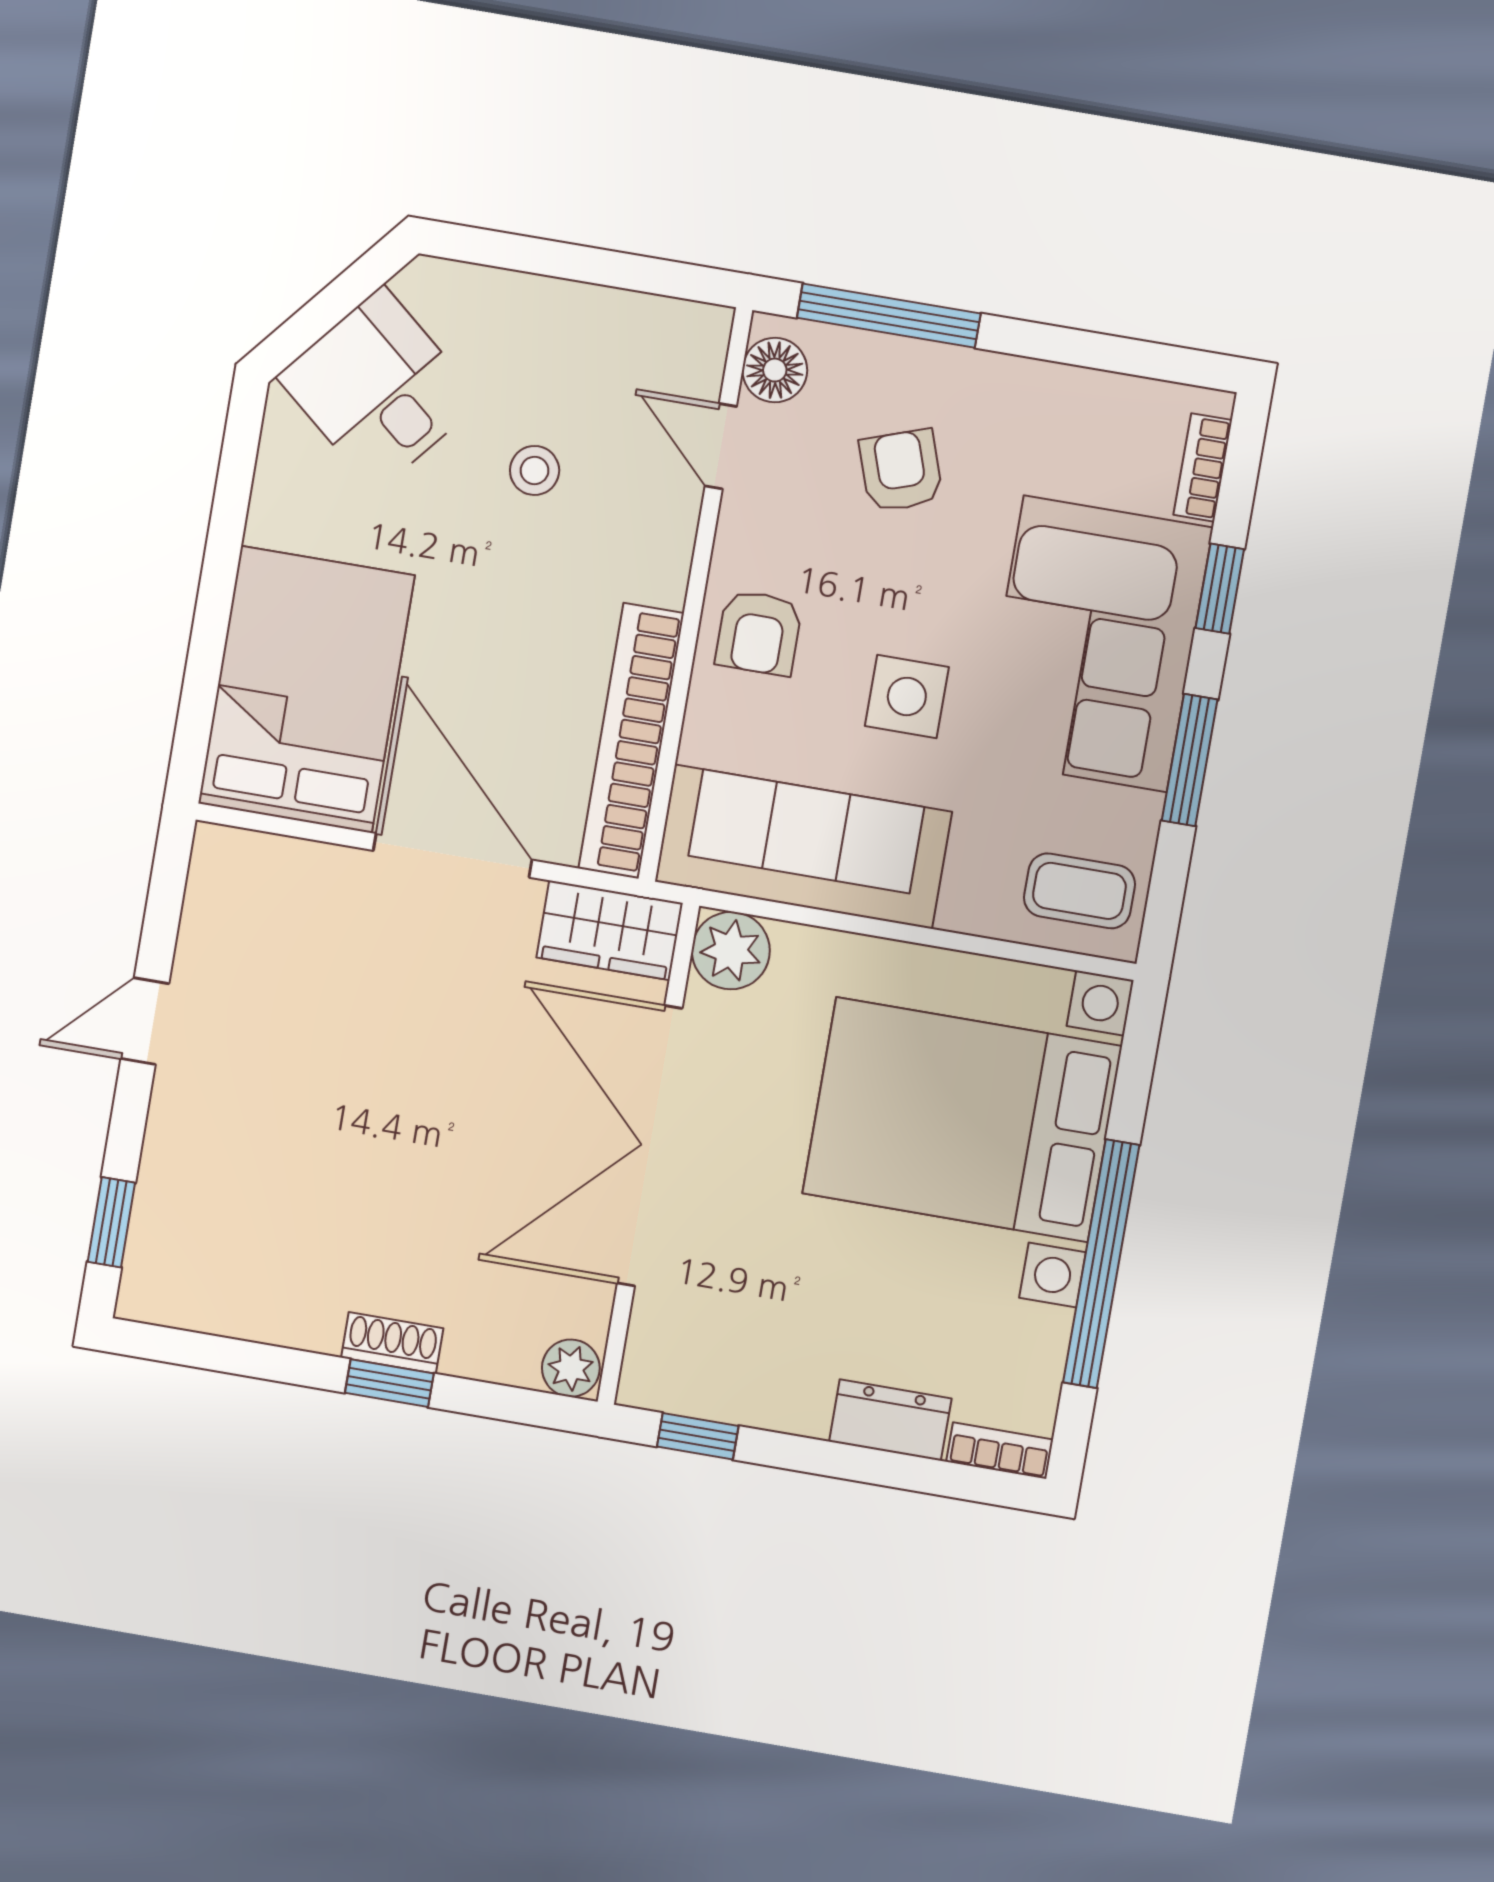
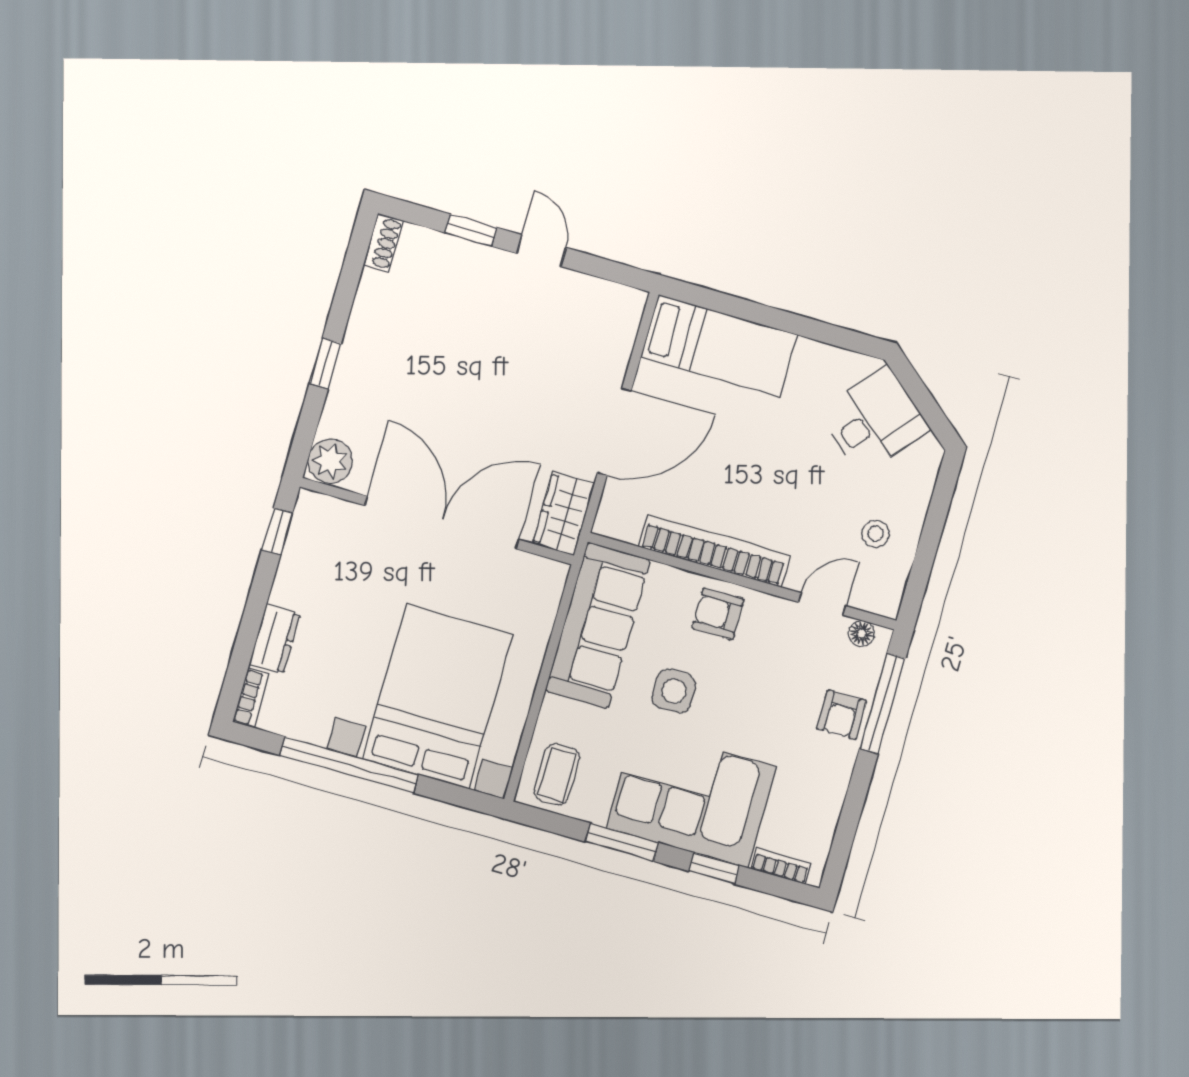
floor lamp: (775, 370) -> (861, 633), width x0.73, depth x0.73
stool: (535, 470) -> (876, 534), moved
armchair: (901, 471) -> (841, 715), moved, turned 109
bed: (306, 690) -> (719, 346), width x0.67
bookcase: (631, 741) -> (714, 551), moved
plant: (731, 951) -> (545, 579), removed
window: (111, 1222) -> (471, 230), moved
shoe rack: (392, 1343) -> (383, 243), moved
plant: (571, 1368) -> (330, 461), width x1.38, depth x1.38

